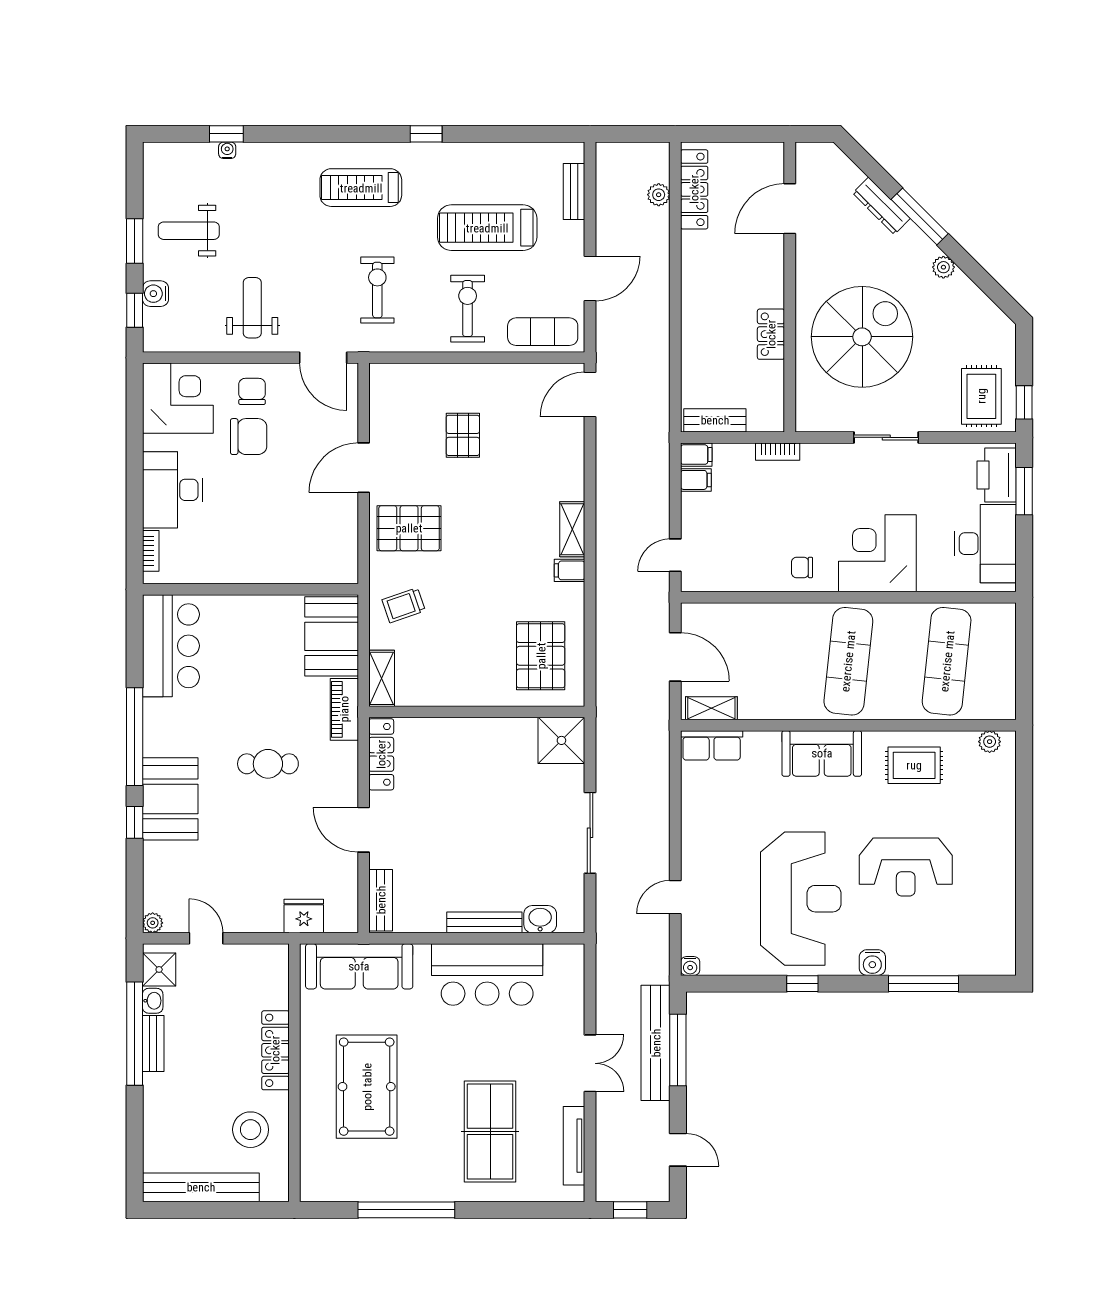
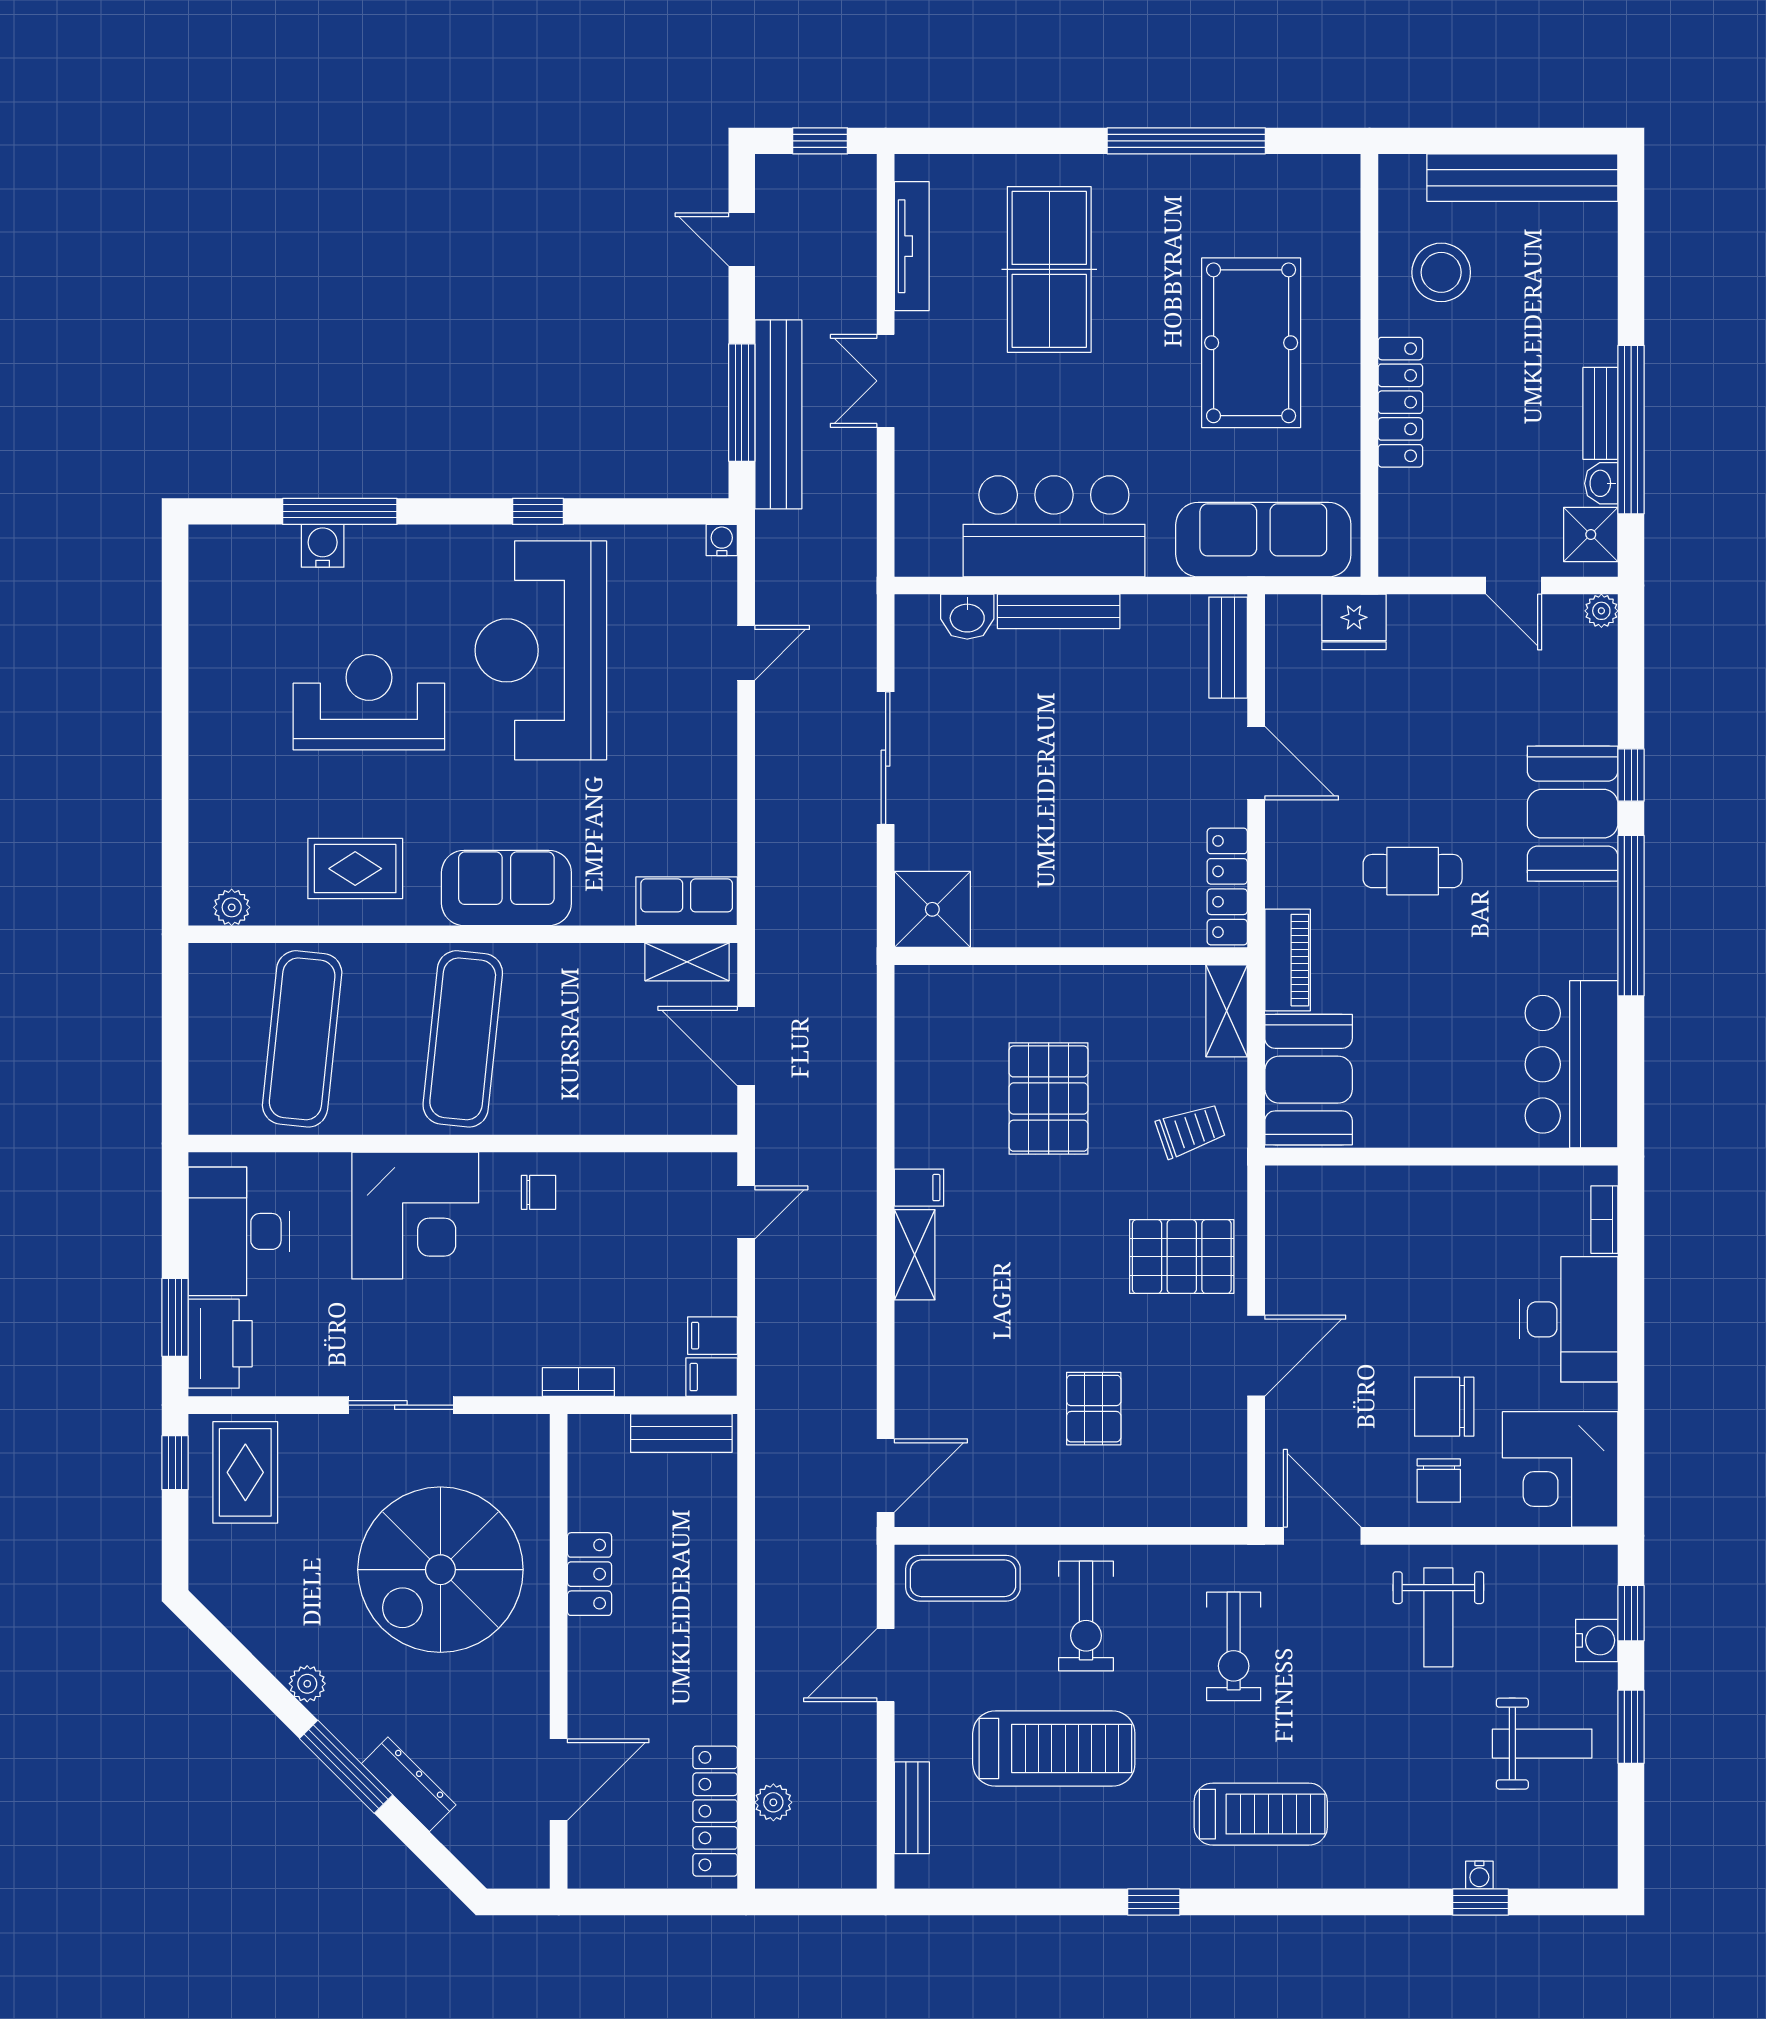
pallet: (541, 656) -> (1049, 1099), moved
water cooler: (872, 963) -> (323, 546), moved

